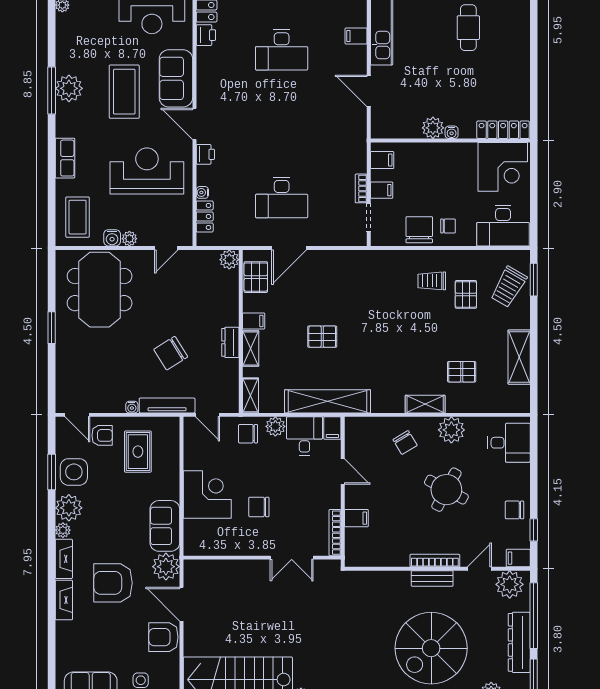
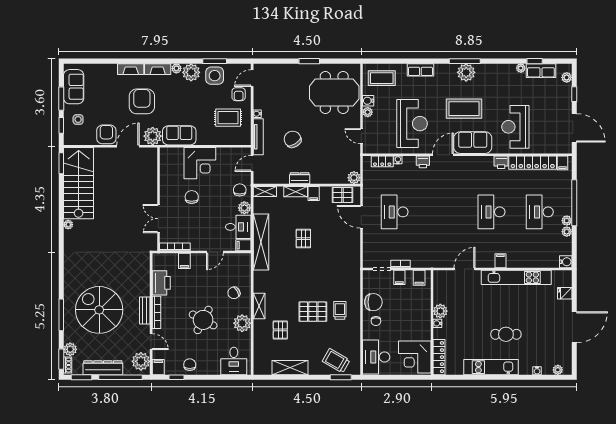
kitchen unit: (518, 51) -> (491, 367), added
pallet: (466, 294) -> (313, 312), moved, width x1.50, depth x1.42
printer: (390, 553) -> (161, 283), added

